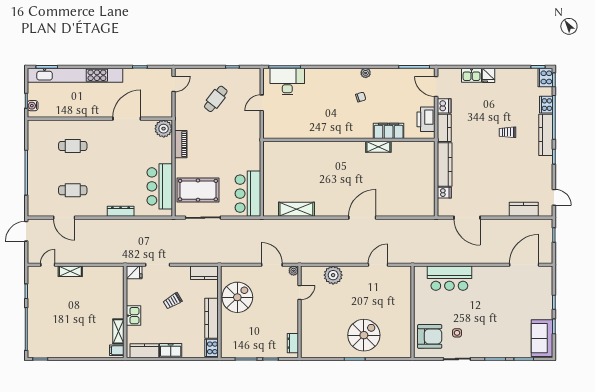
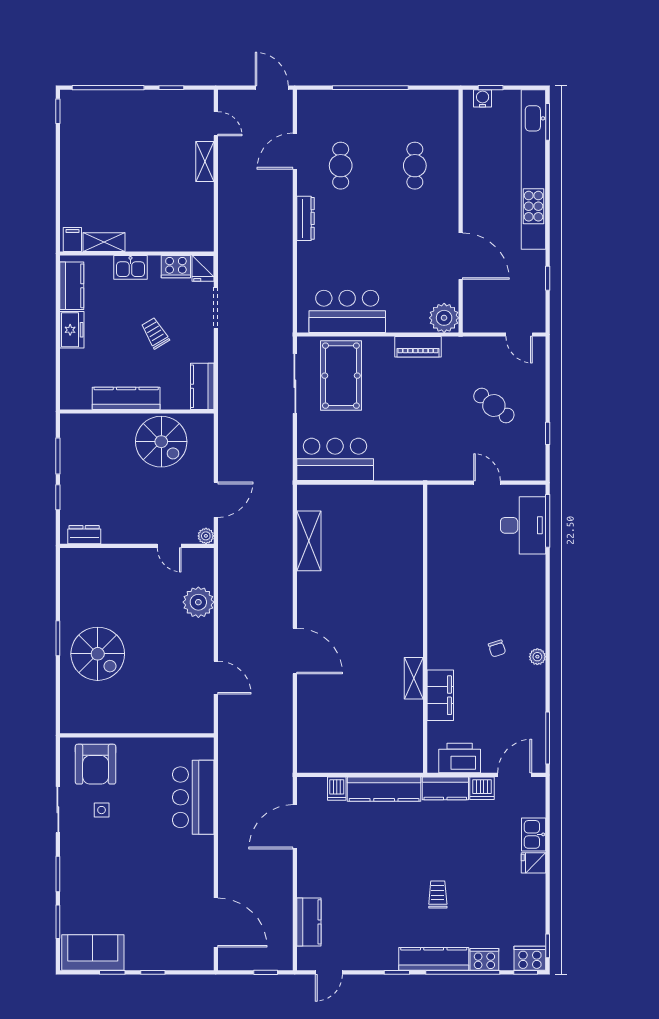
dresser: (121, 211) -> (305, 218), moved
cooker: (212, 348) -> (176, 267), moved, turned 180

